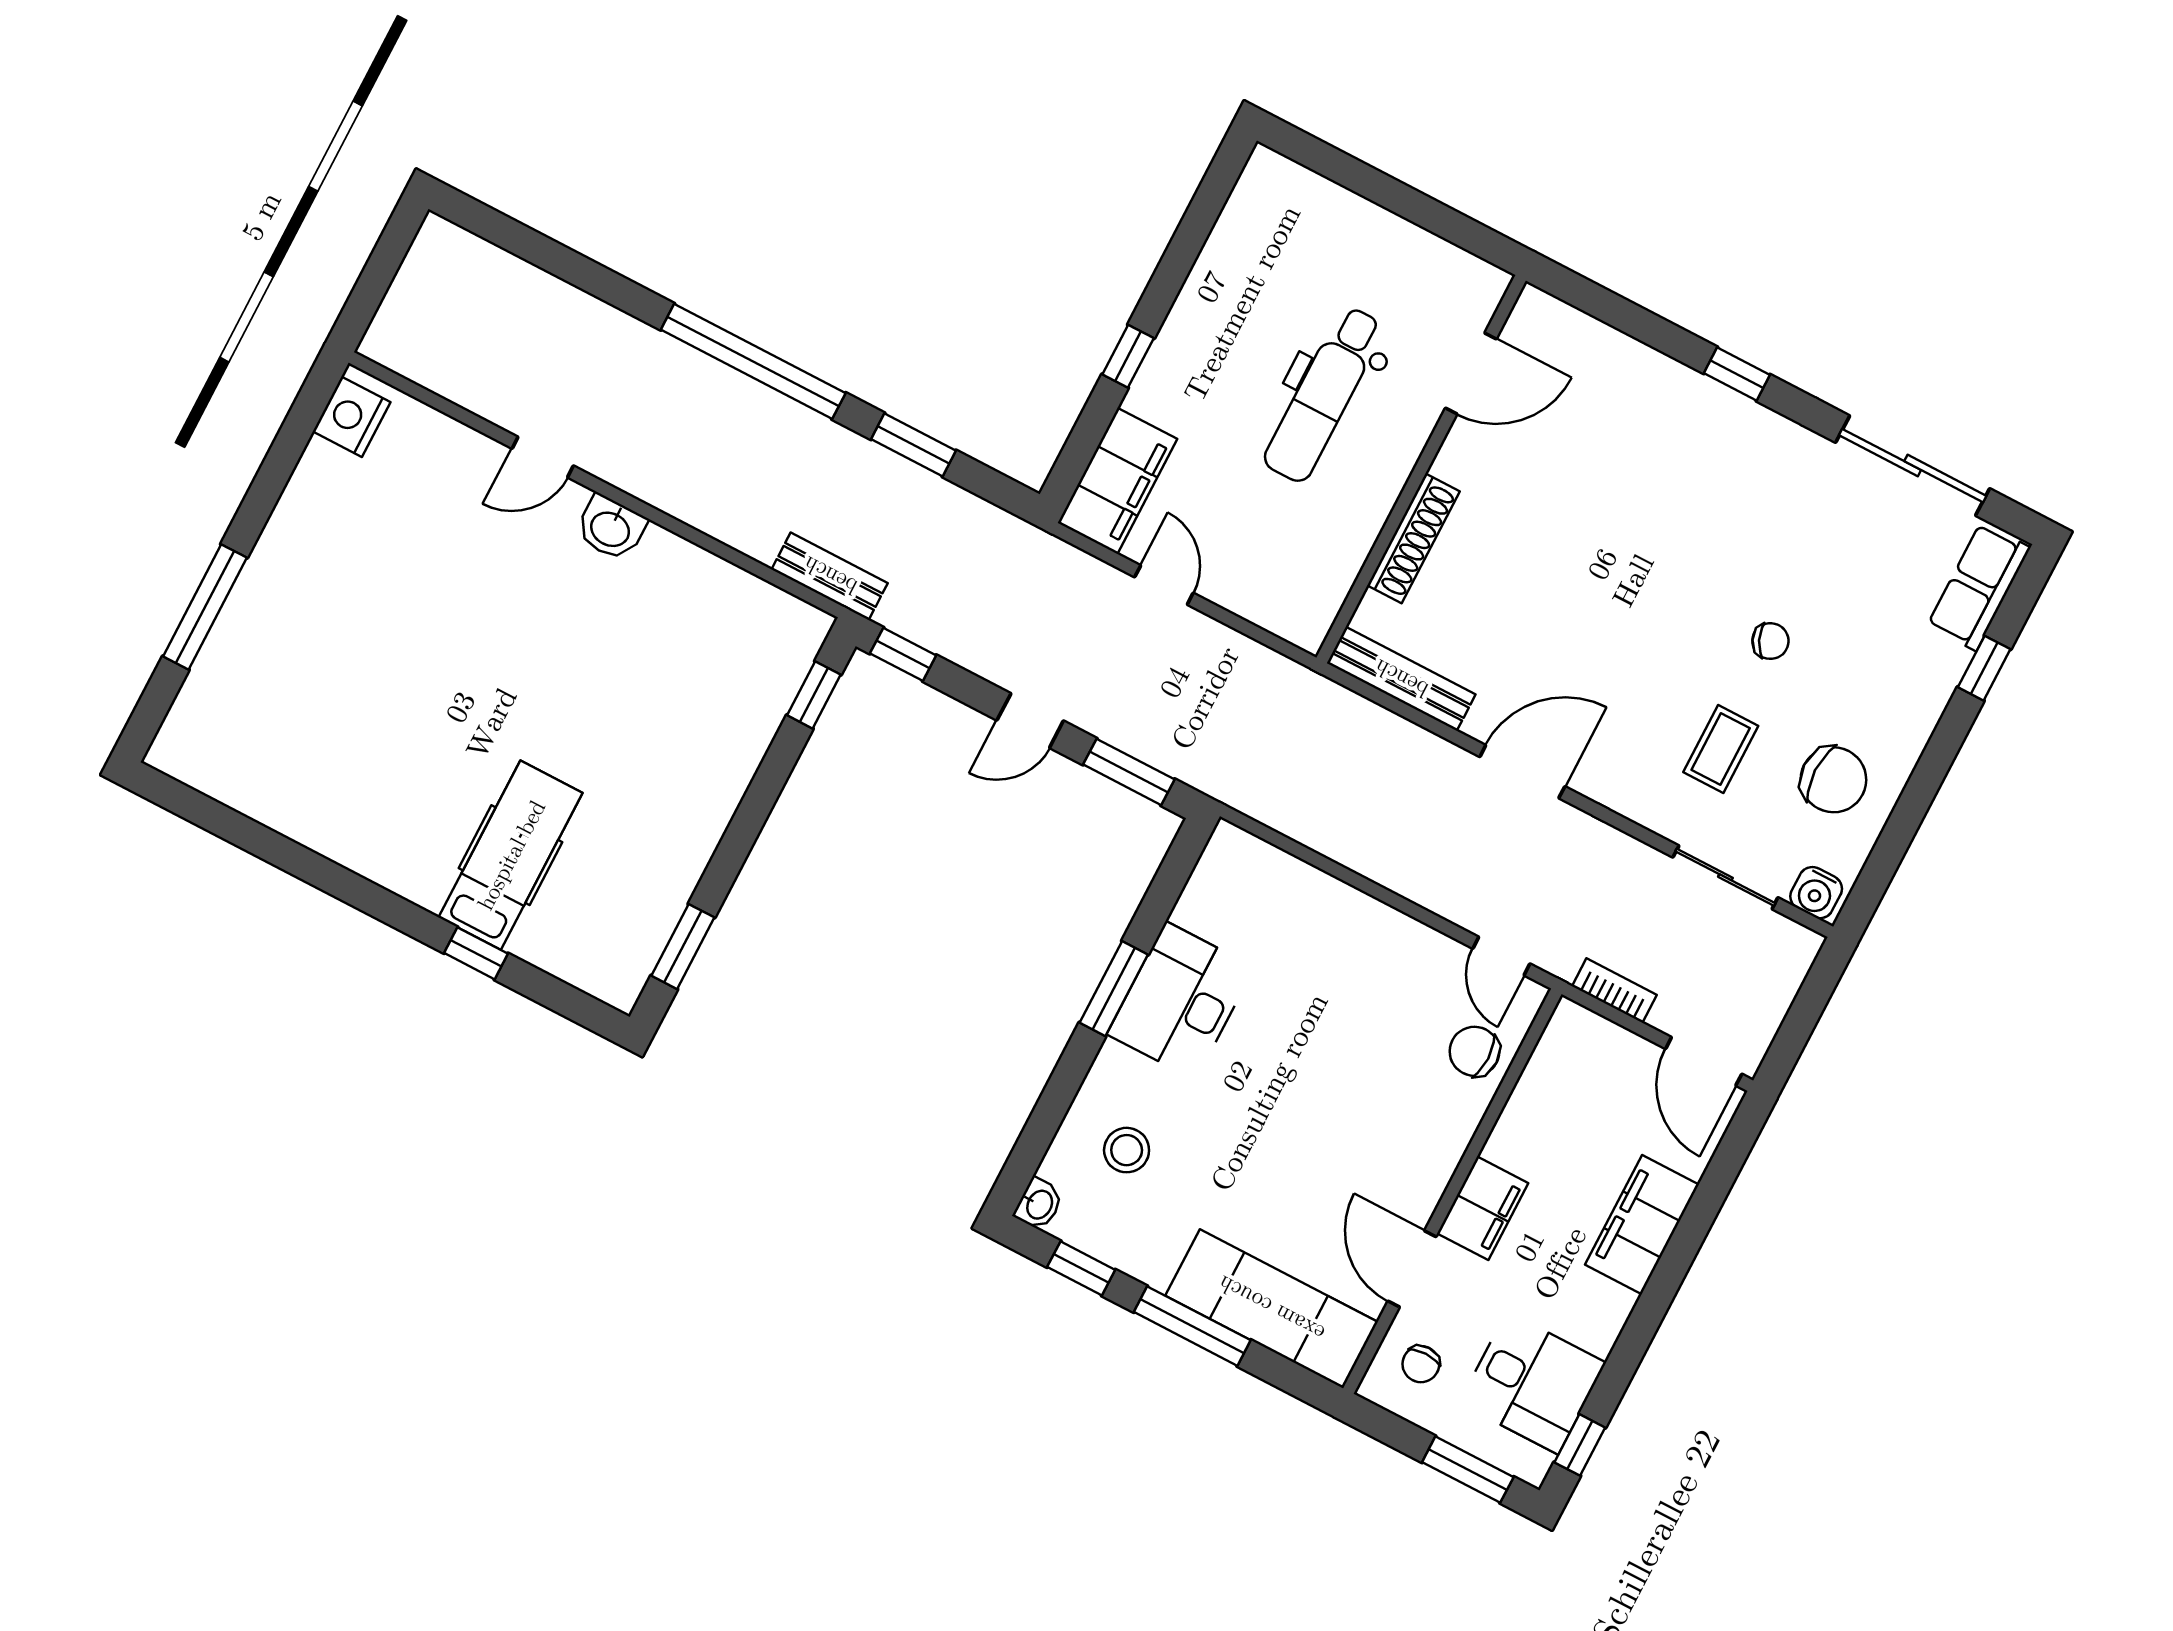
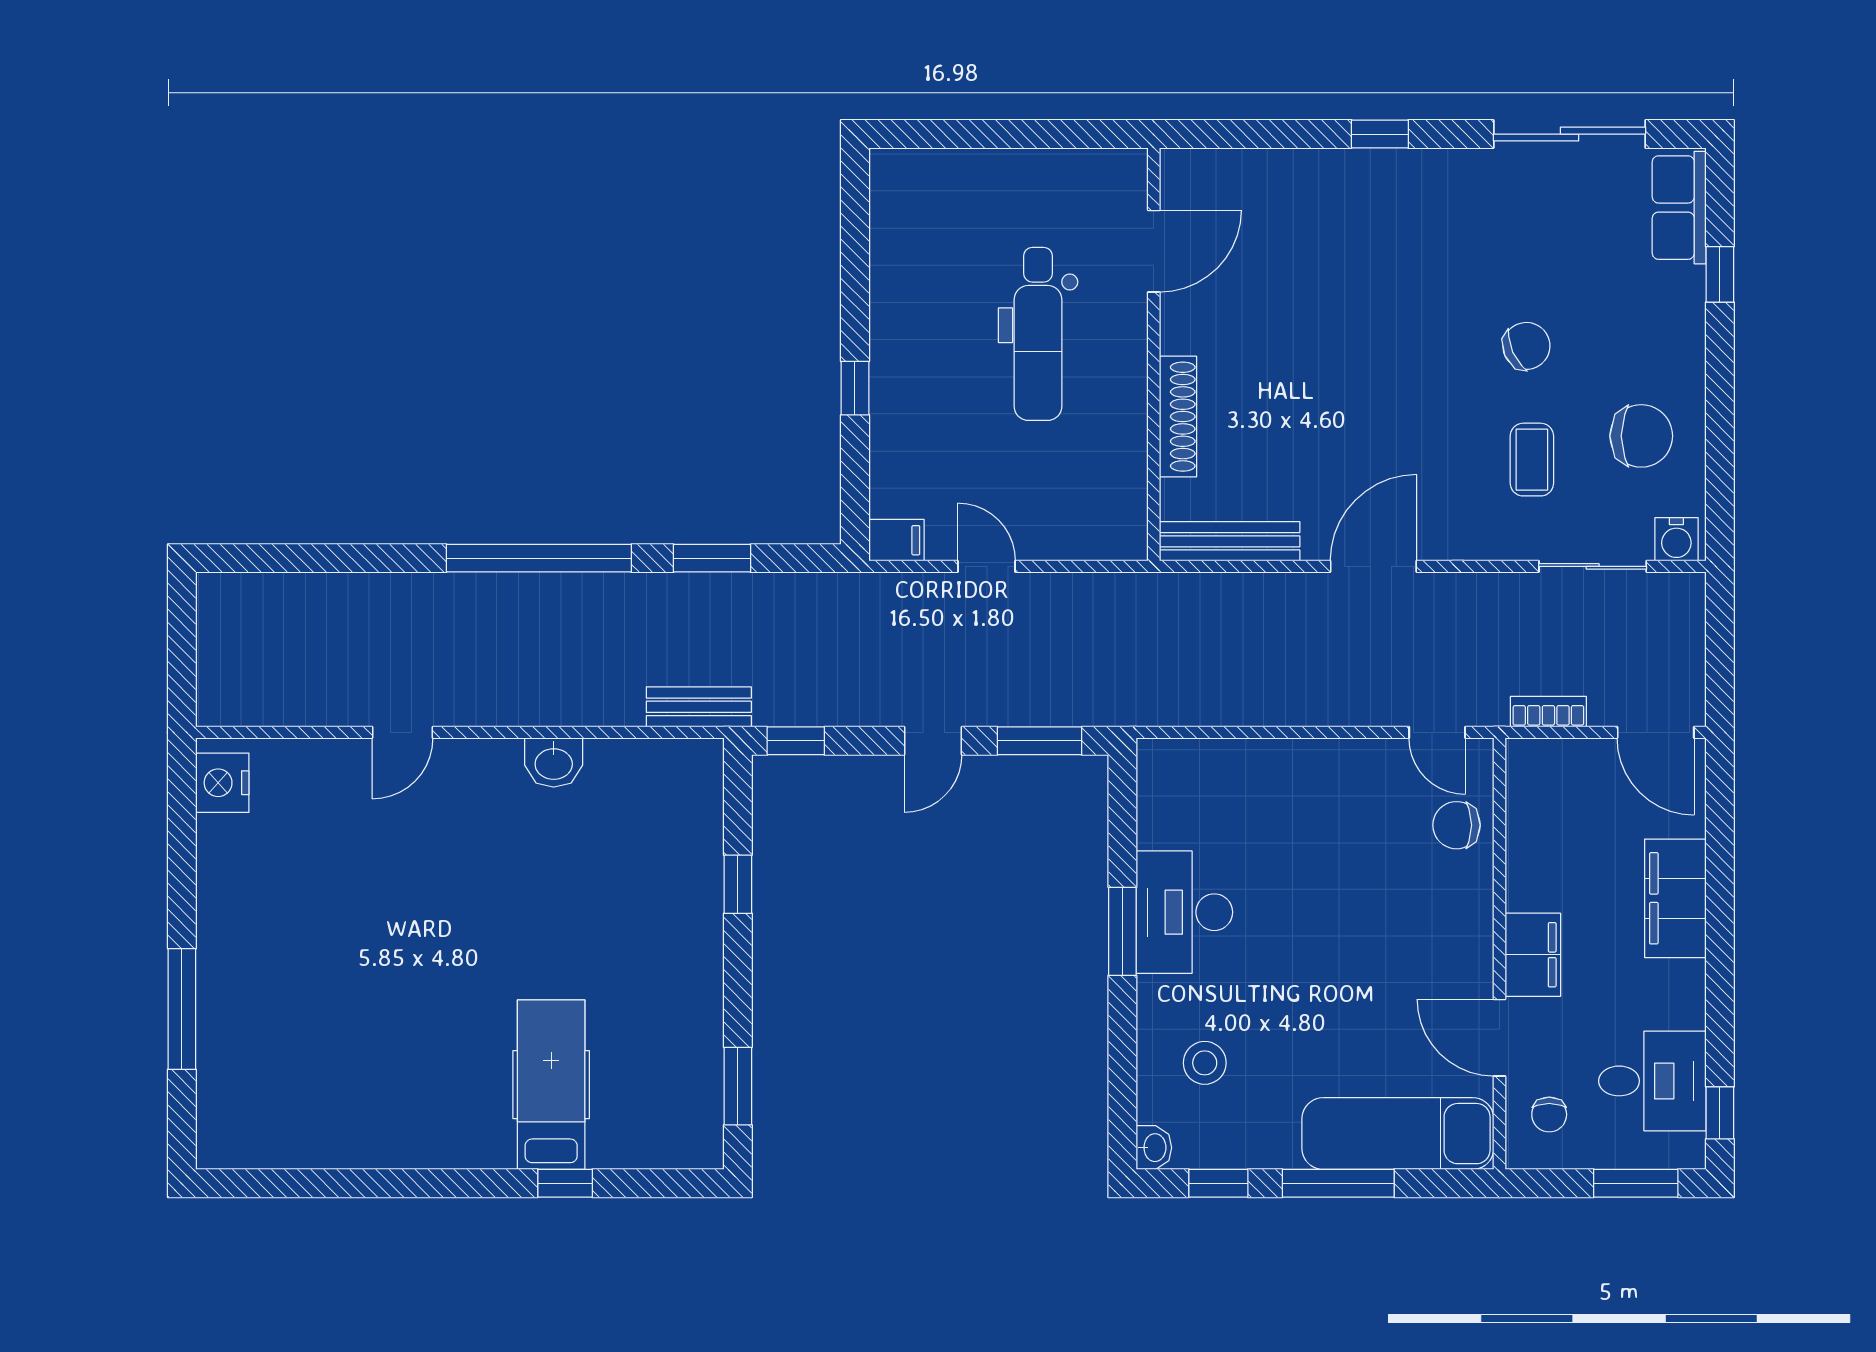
filing cabinet: (1117, 481) -> (896, 540), width x0.33, depth x0.86
washbasin: (611, 528) -> (554, 763), moved
chair: (1770, 641) -> (1526, 346), width x1.37, depth x1.37
window: (814, 695) -> (738, 884), moved

